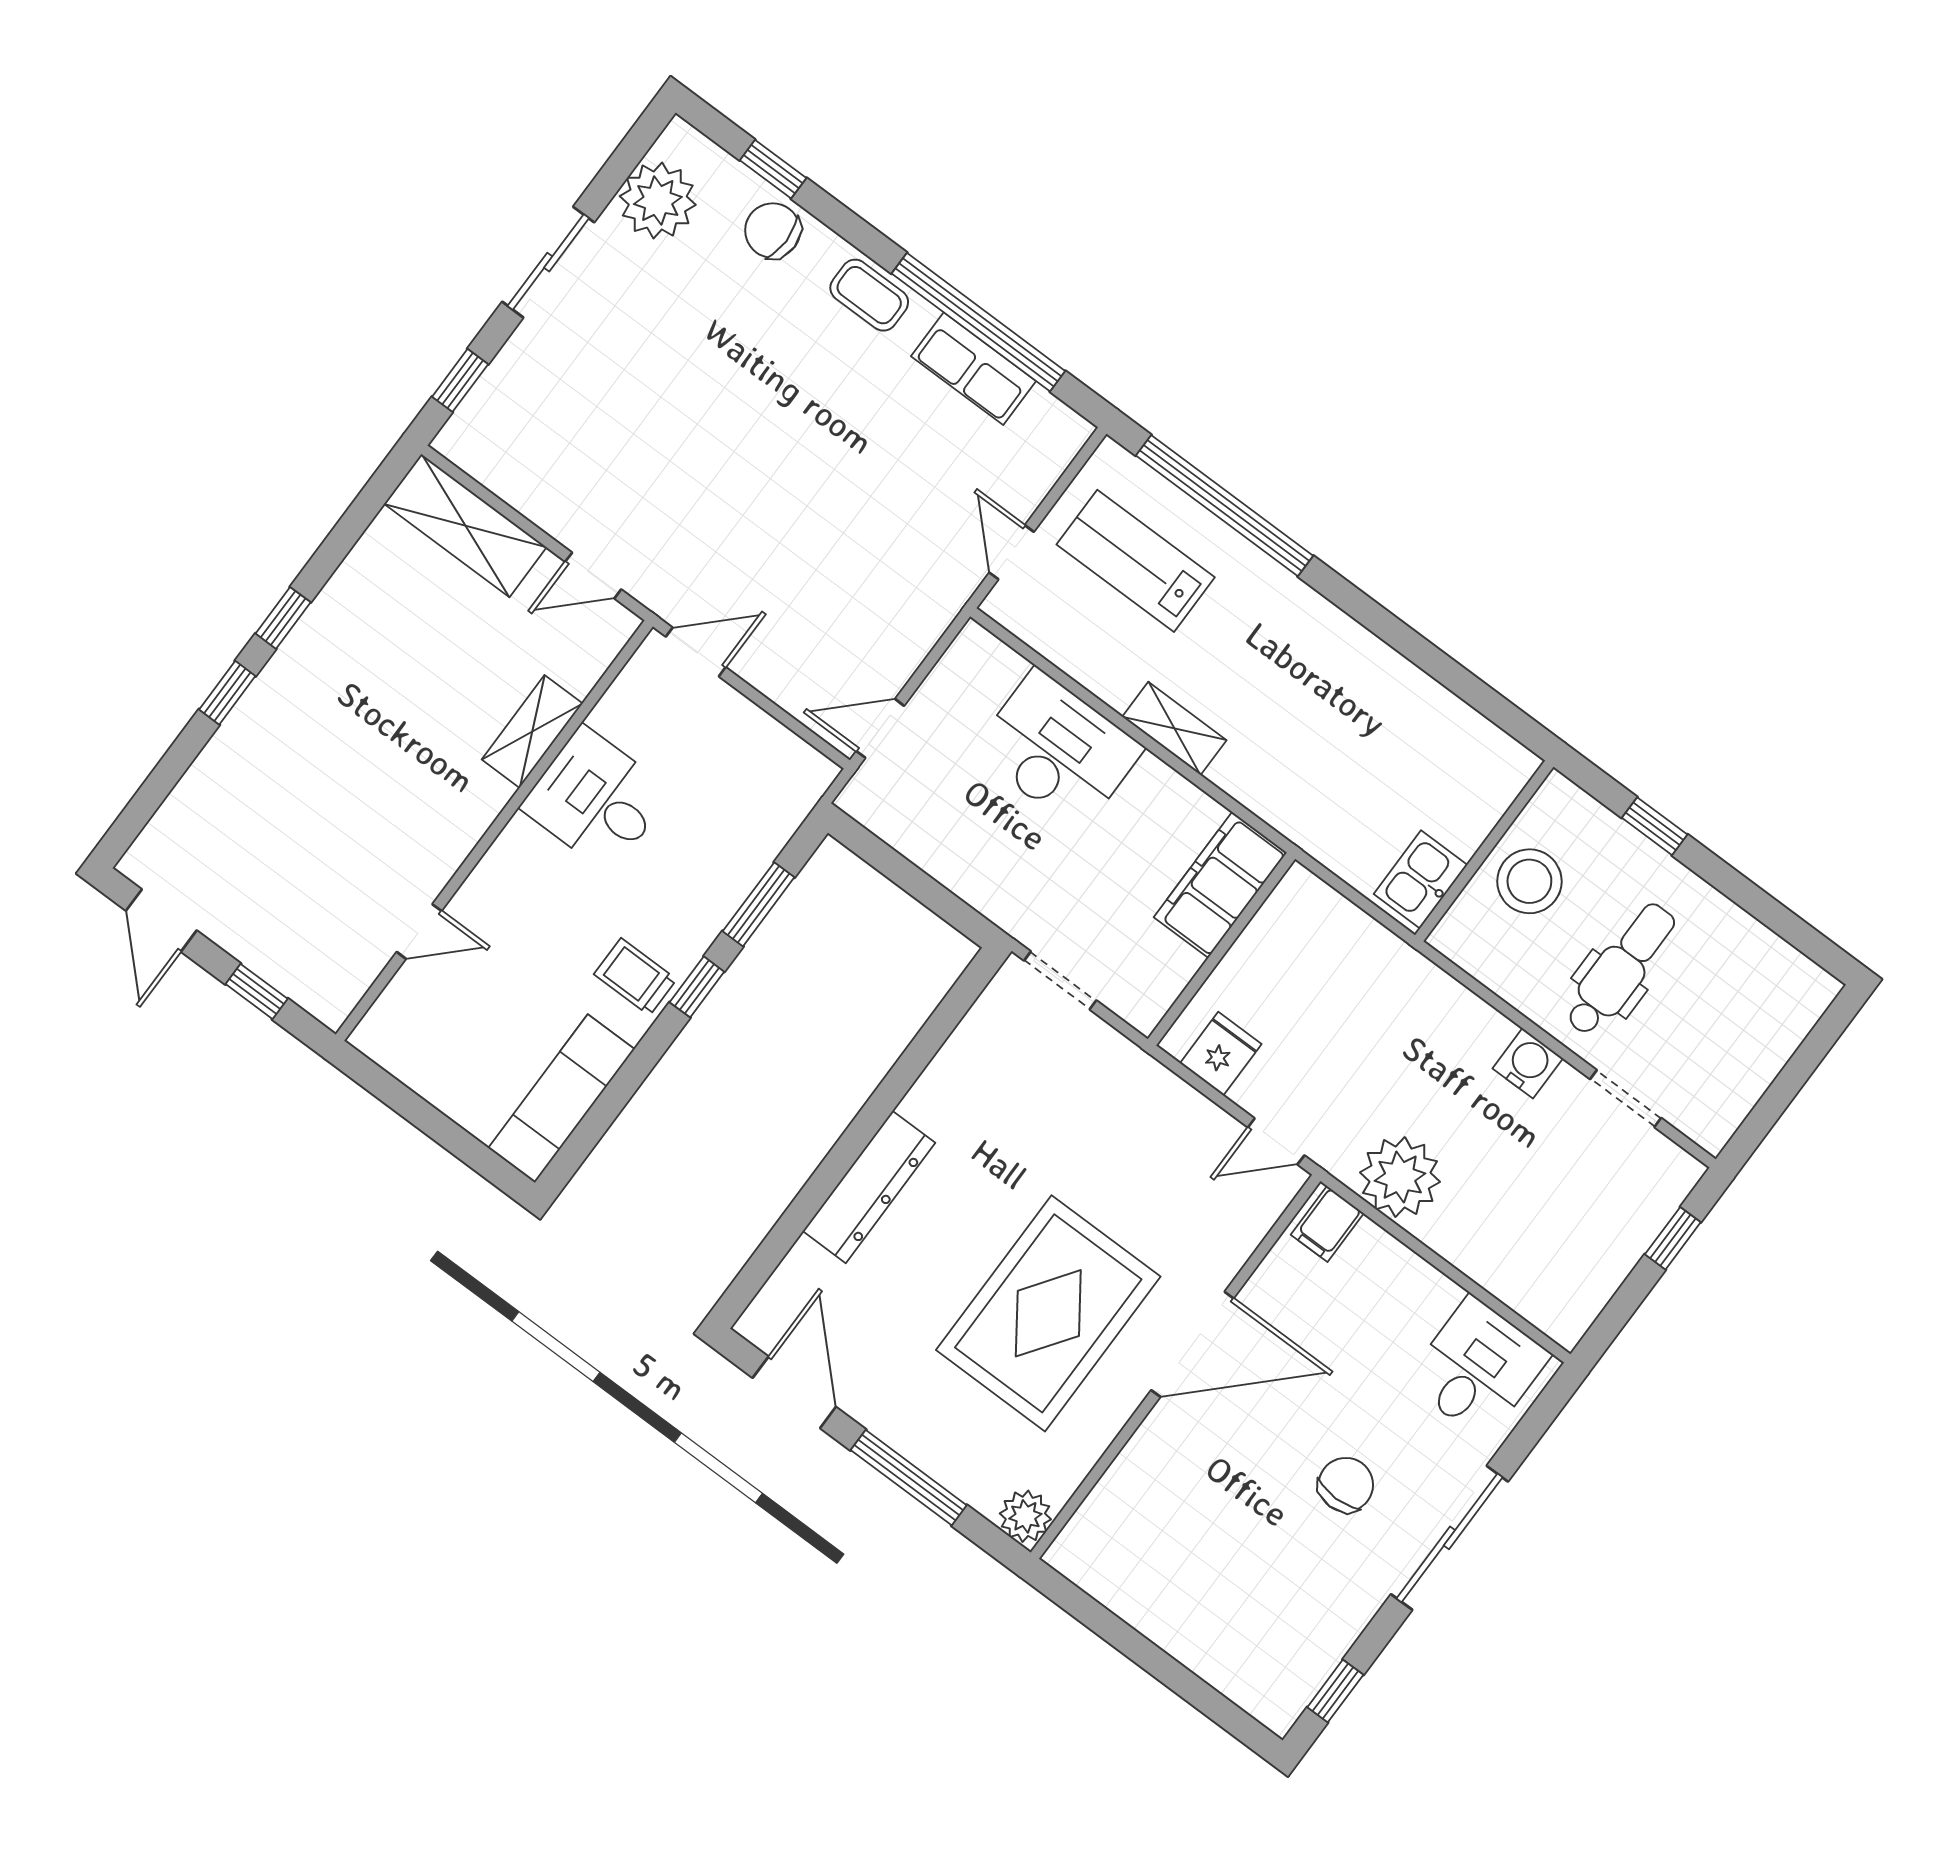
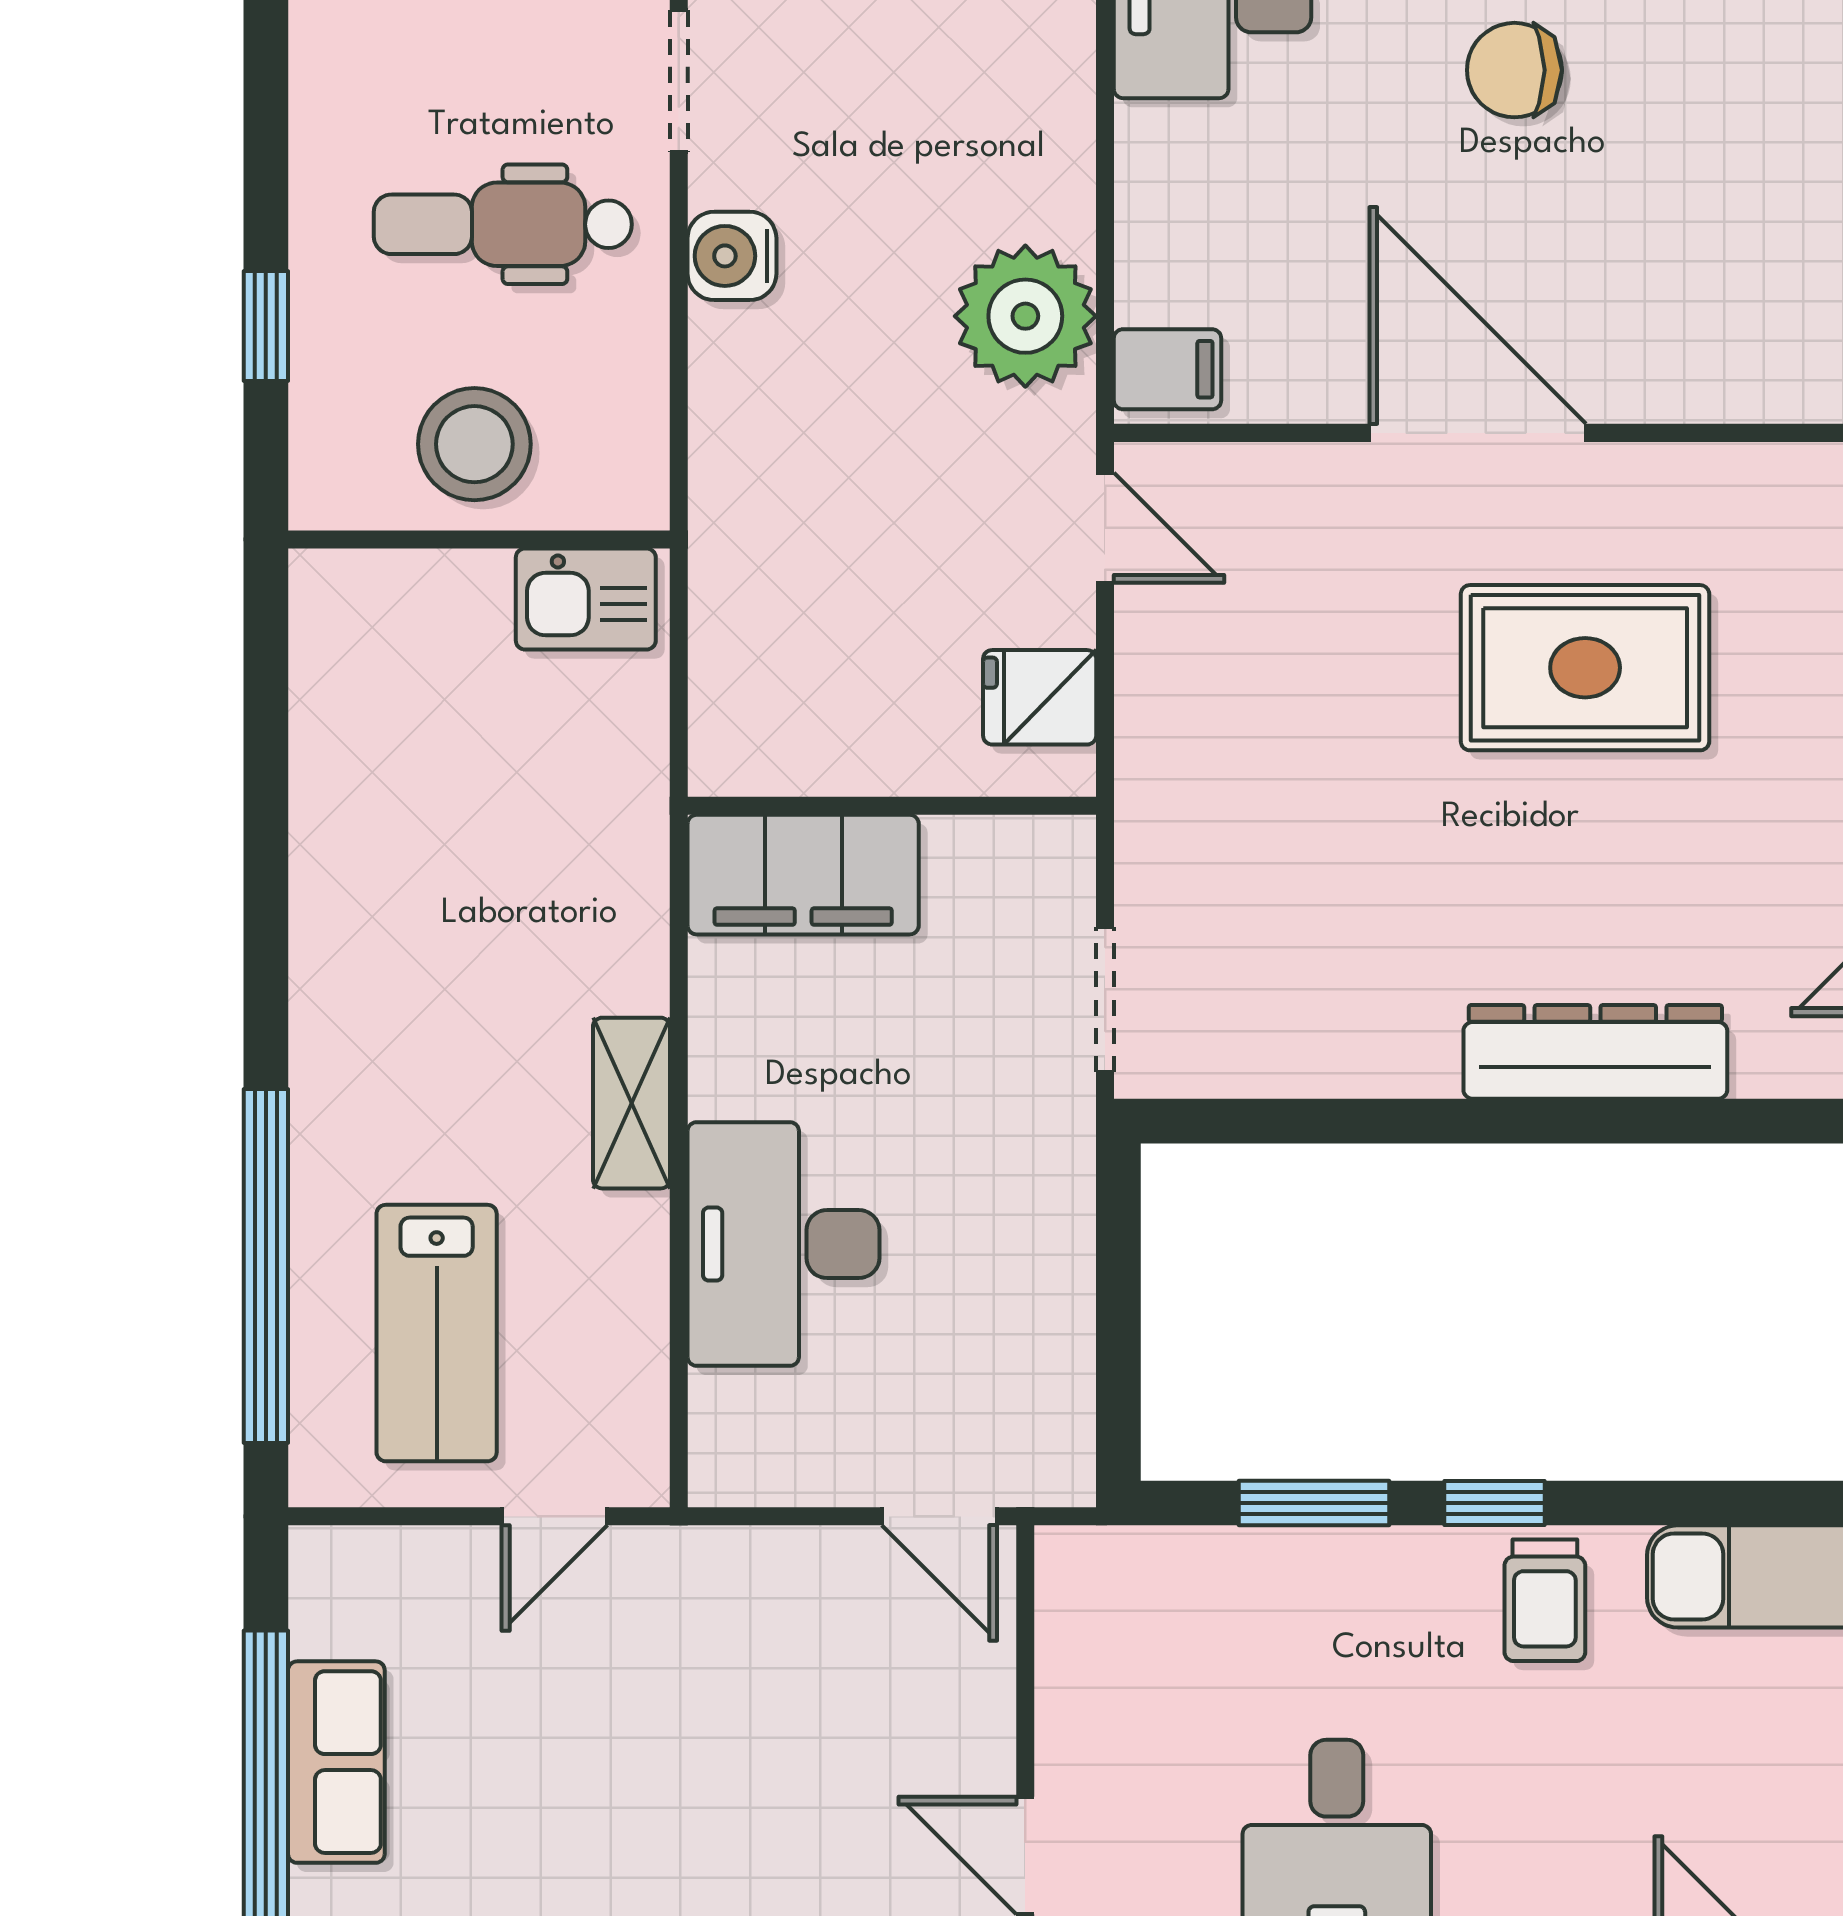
rug: (1048, 1313) -> (1585, 668), width x0.73, depth x0.69

